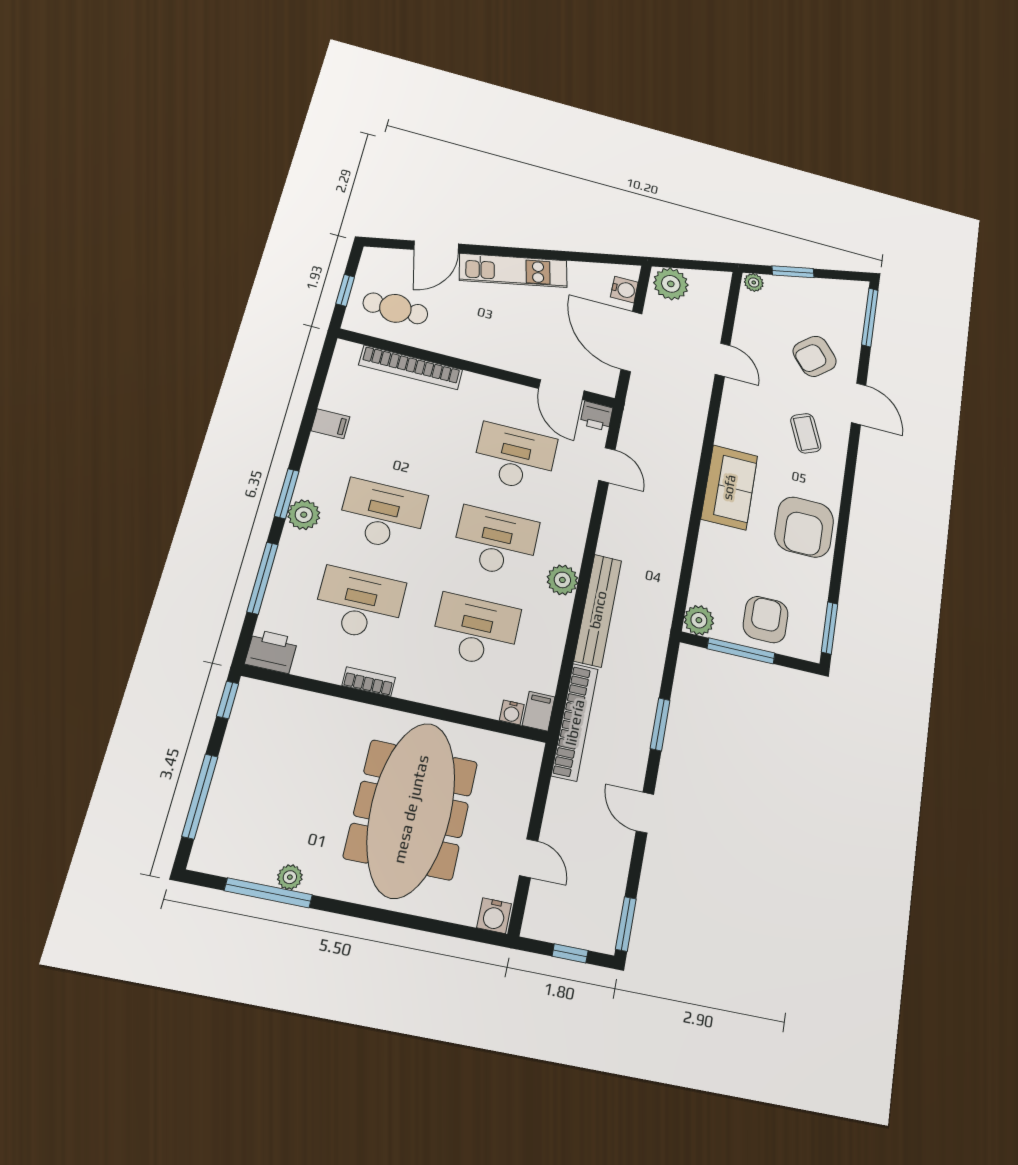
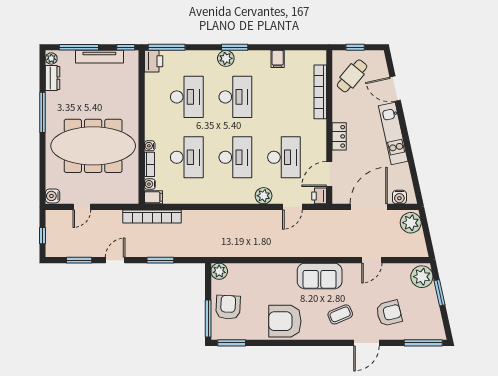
plant: (754, 282) -> (422, 277), width x1.88, depth x1.88
cafe table: (395, 308) -> (352, 76), turned 40
armchair: (815, 356) -> (389, 313), turned 116
locker: (498, 357) -> (339, 136), added
sofa: (729, 487) -> (320, 276), moved
window: (263, 578) -> (167, 47), moved
plant: (562, 580) -> (264, 196), moved
bench: (598, 610) -> (212, 217), removed
armchair: (766, 620) -> (228, 307), turned -87
window: (741, 651) -> (208, 318), moved
bookcase: (369, 682) -> (149, 164), moved
water cooler: (437, 696) -> (150, 146), added
tv unit: (232, 758) -> (99, 57), added
dresser: (249, 866) -> (53, 78), added
plant: (290, 877) -> (51, 58), moved
window: (268, 893) -> (43, 112), moved
window: (626, 924) -> (79, 260), moved

